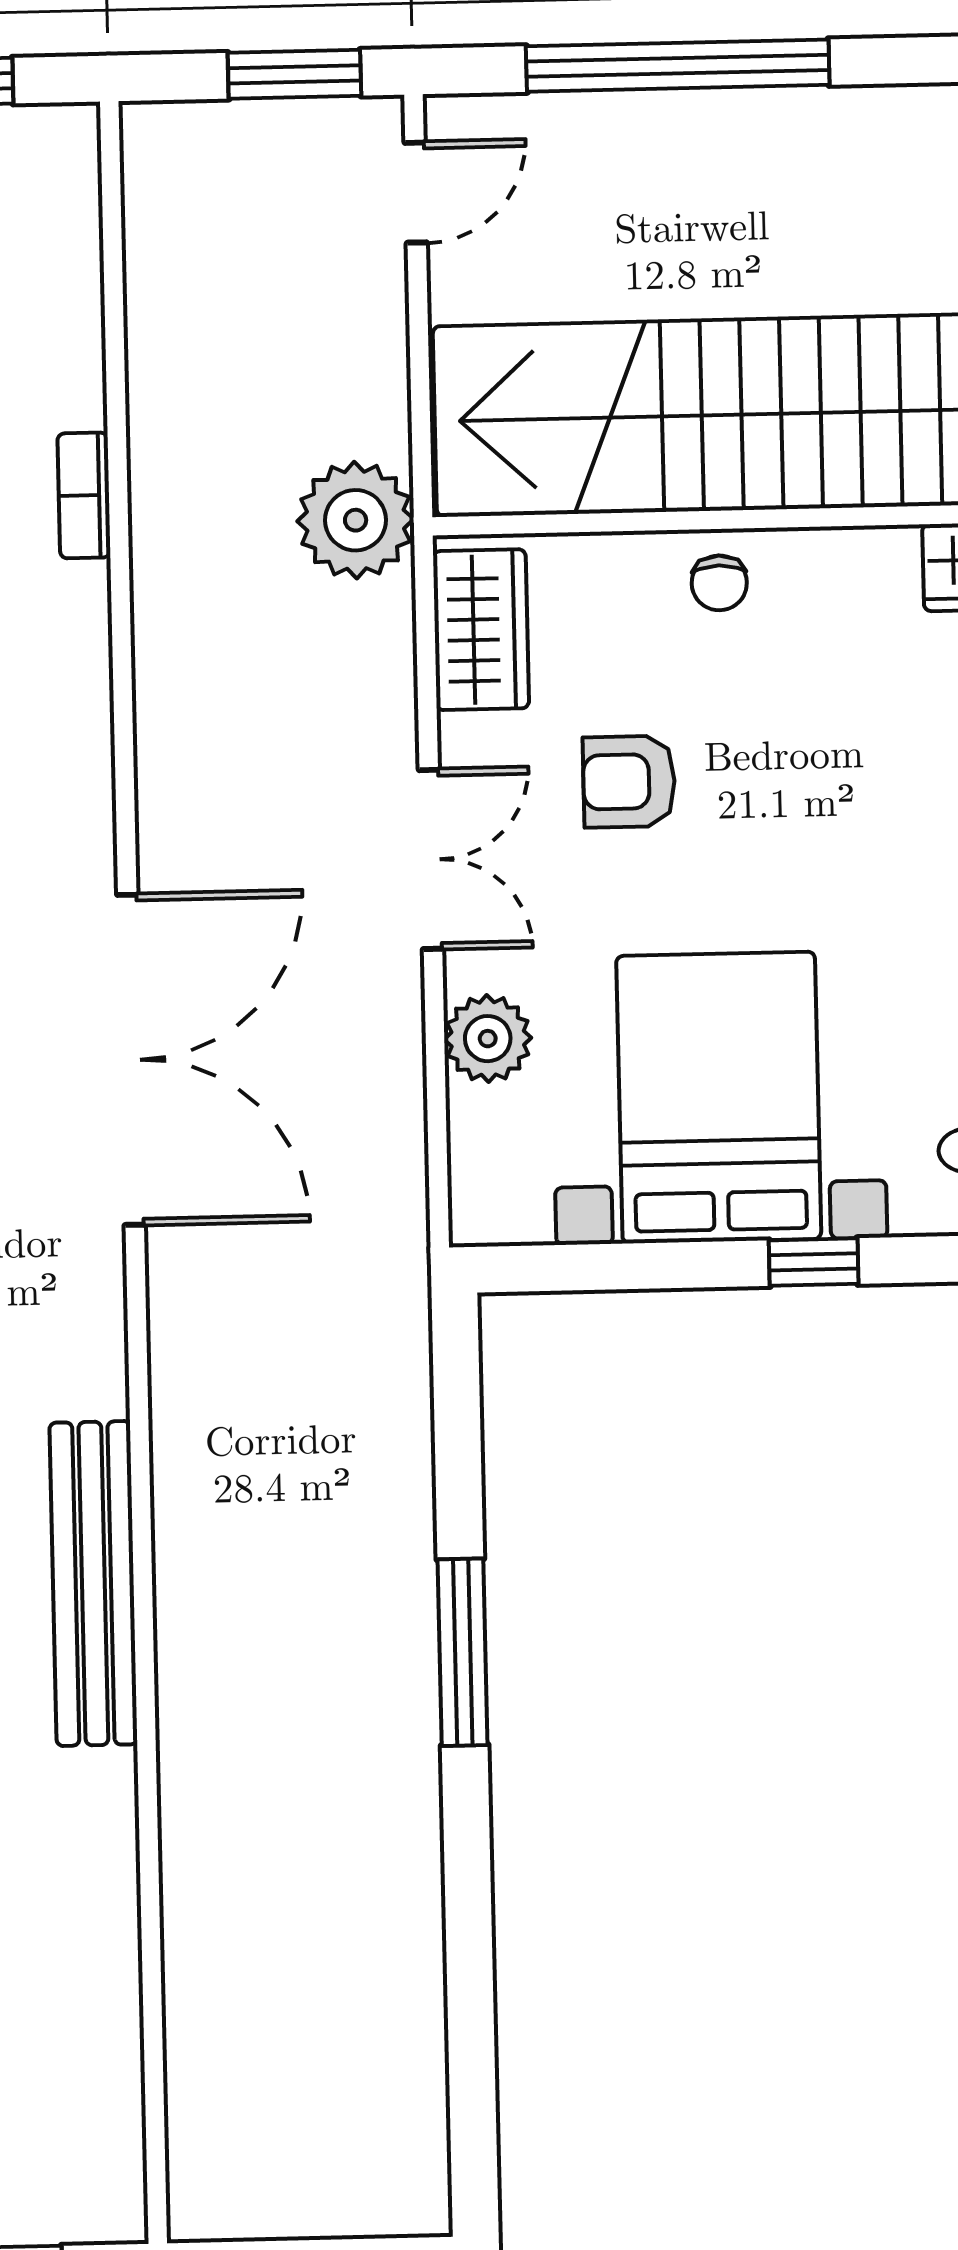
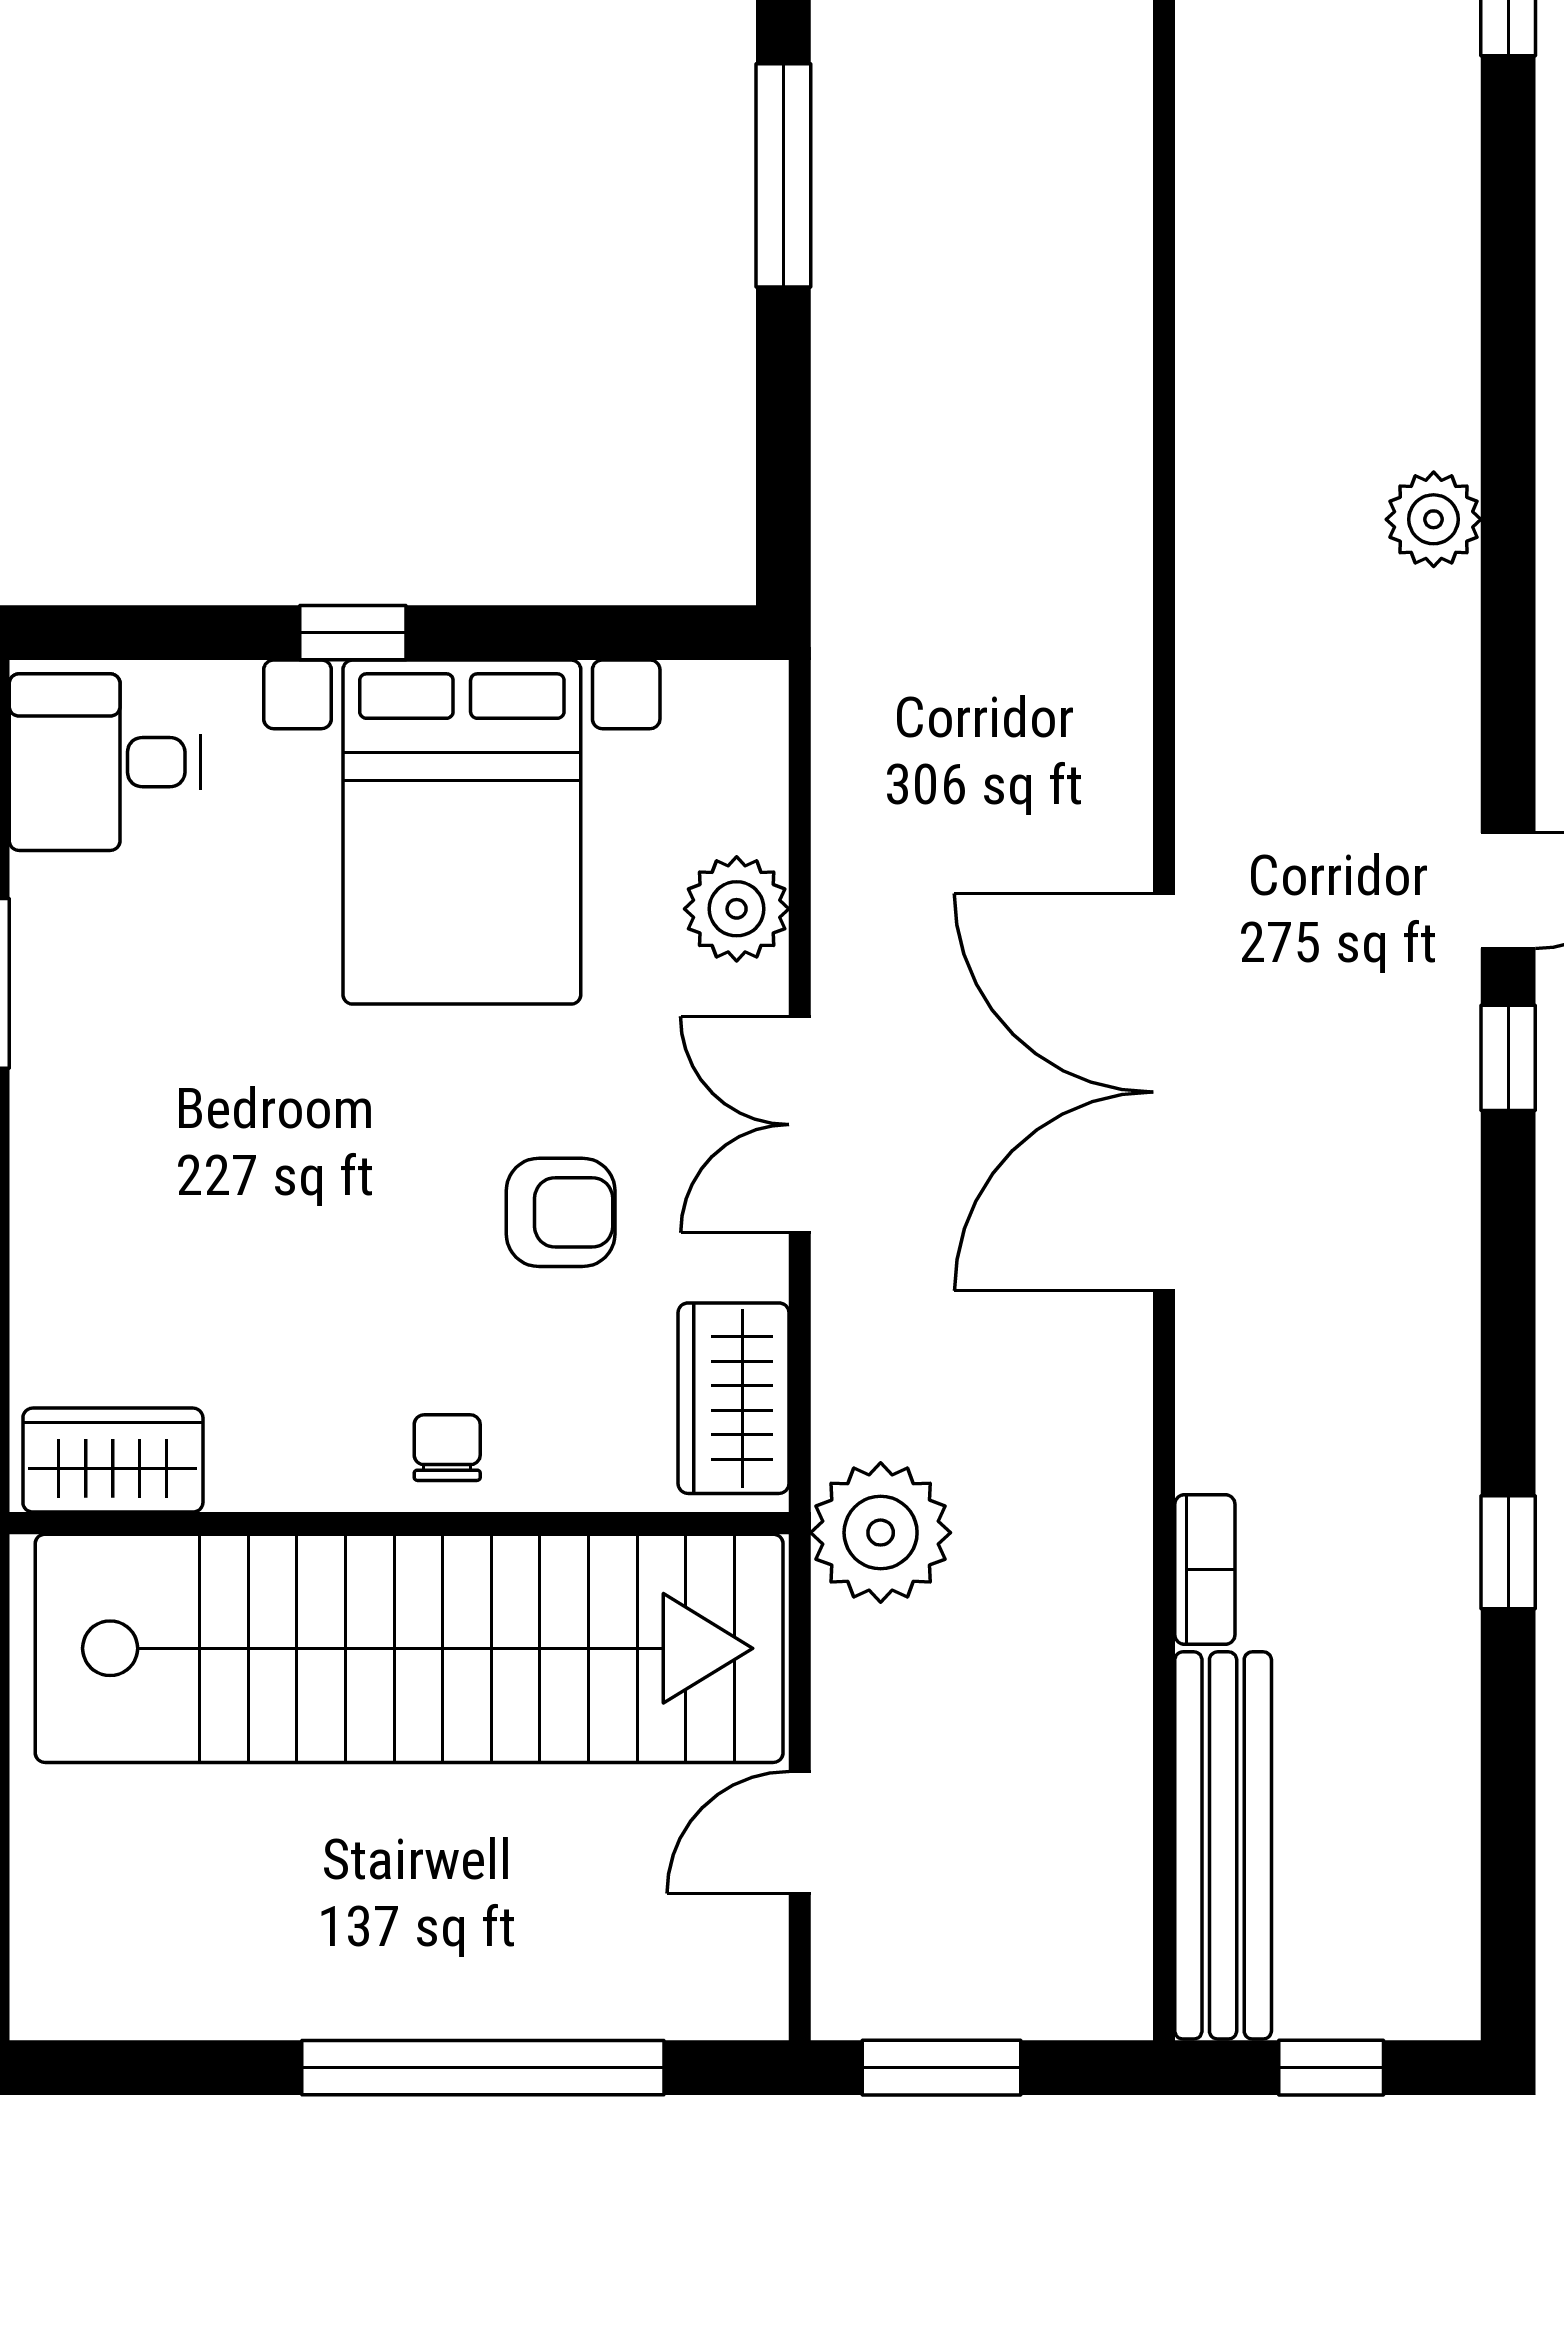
door: (416, 193) -> (800, 1833), moved
double door: (131, 1060) -> (1164, 1092), moved
bench: (93, 1583) -> (1223, 1845), moved

